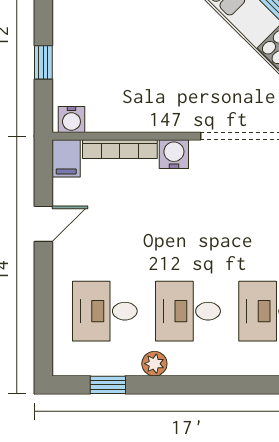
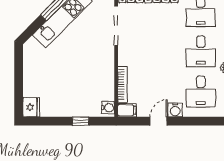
water cooler: (174, 154) -> (175, 110), moved, turned -90
door: (43, 224) -> (159, 121), hinge flipped

